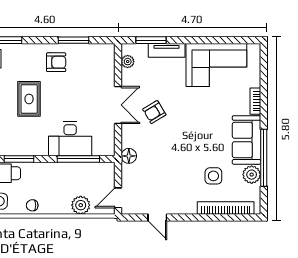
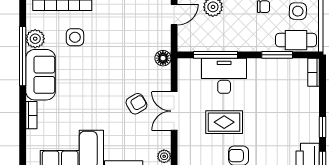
rug: (29, 99) -> (224, 122), moved, turned 90

